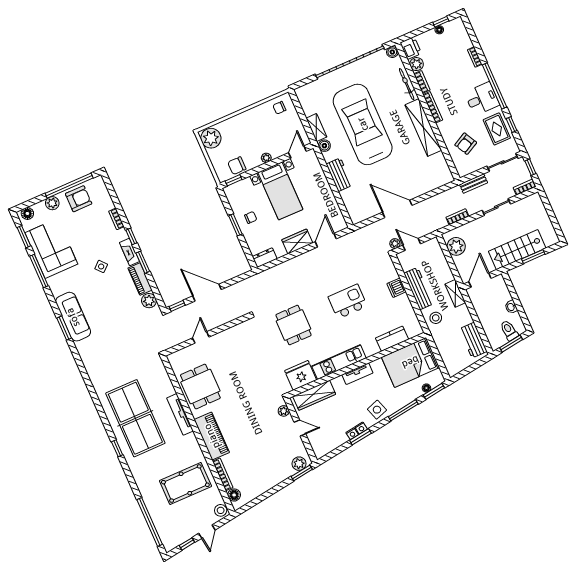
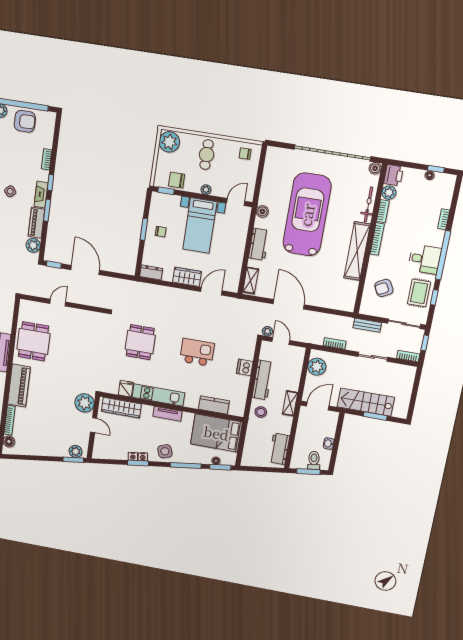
shelving: (316, 128) -> (251, 281), moved
cafe table: (248, 129) -> (207, 155), added
fridge: (301, 375) -> (126, 389), width x0.53, depth x0.75
plant: (284, 411) -> (85, 403), width x1.87, depth x1.87

